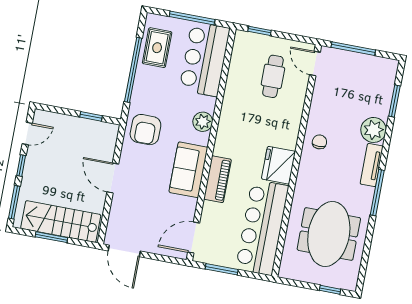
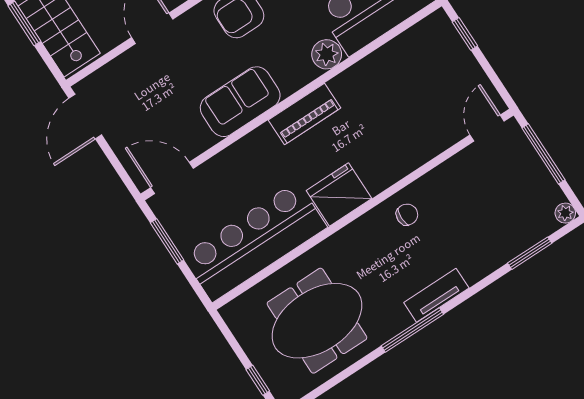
cafe table: (273, 76) -> (430, 96), removed
plant: (203, 122) -> (327, 54), moved
plant: (374, 130) -> (565, 213), moved, width x0.53, depth x0.53
piano: (217, 179) -> (304, 114), moved

